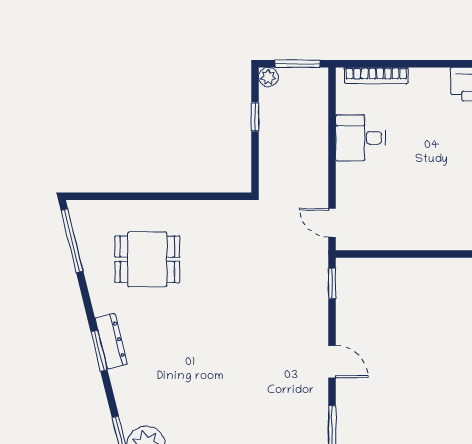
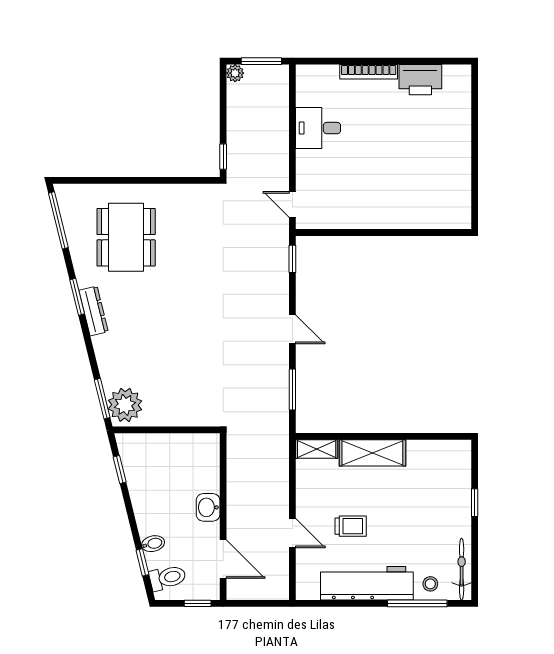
bookcase: (376, 75) -> (369, 72), moved
window: (255, 117) -> (223, 157), moved
dining table: (147, 259) -> (126, 237), width x1.38
window: (99, 351) -> (77, 297), moved

